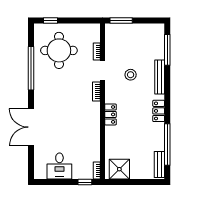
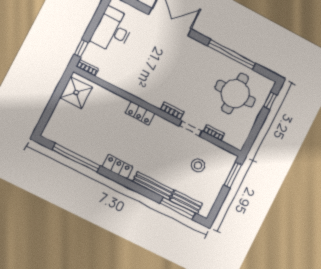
stool: (131, 75) -> (198, 165), moved
bench: (159, 165) -> (186, 202), moved
desk: (59, 166) -> (113, 30), width x1.37

